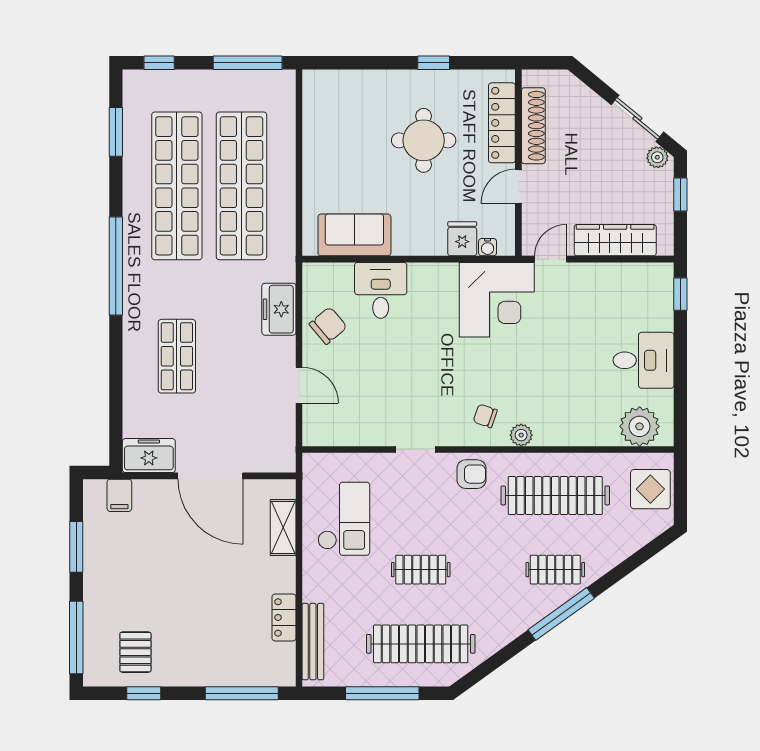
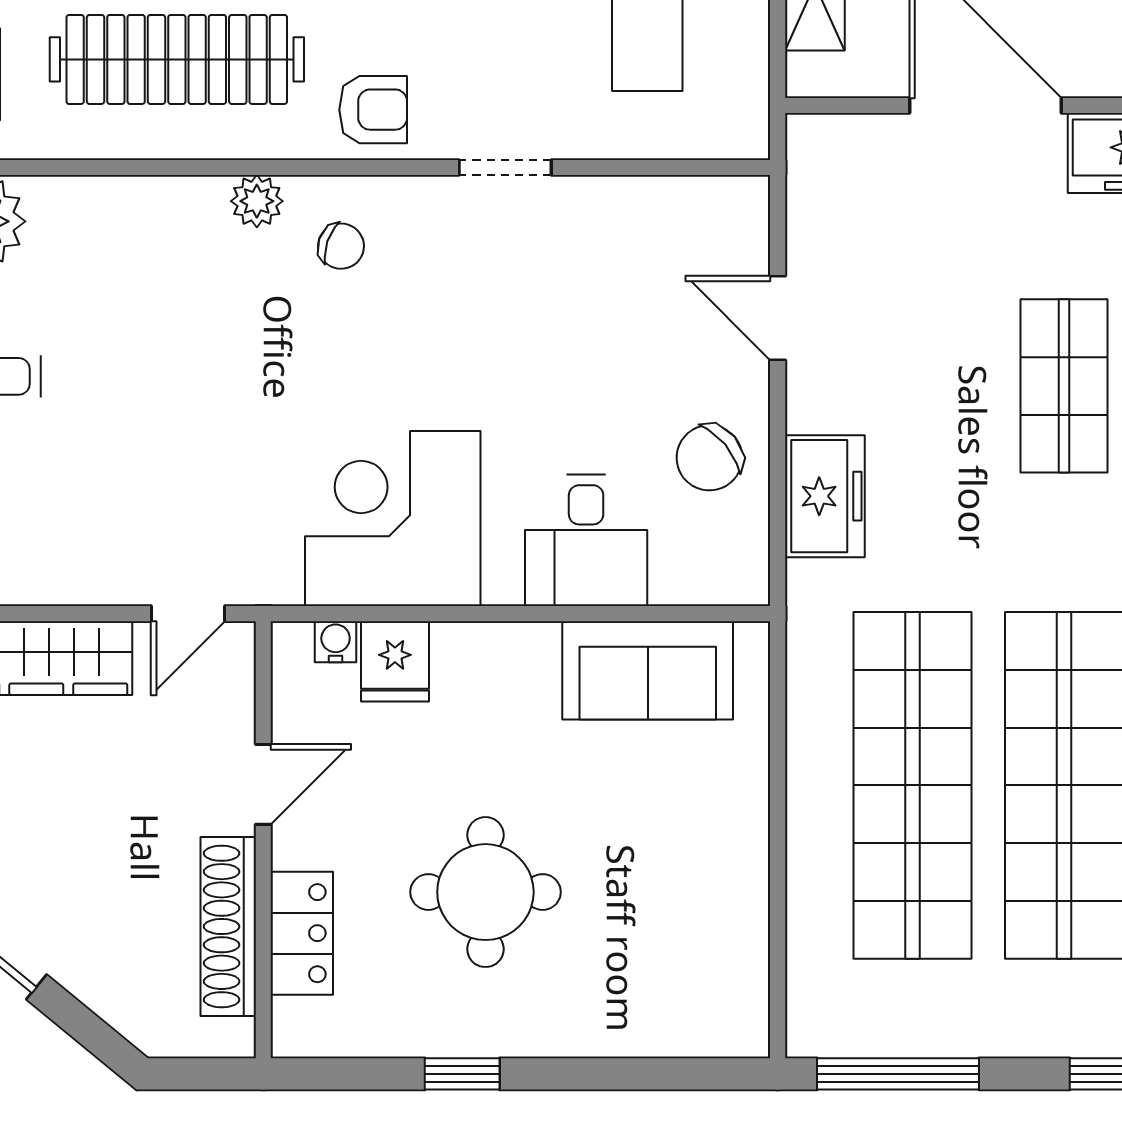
locker: (502, 123) -> (302, 933), width x0.66
corner desk: (497, 300) -> (393, 519), moved
armchair: (471, 474) -> (373, 110), turned 180

